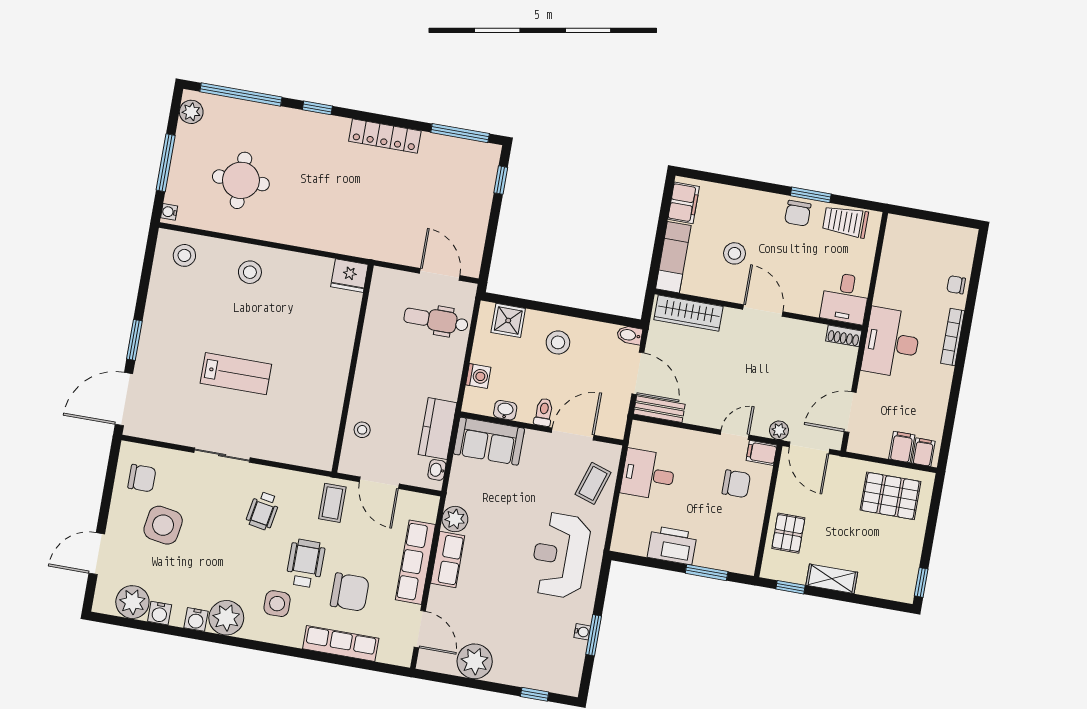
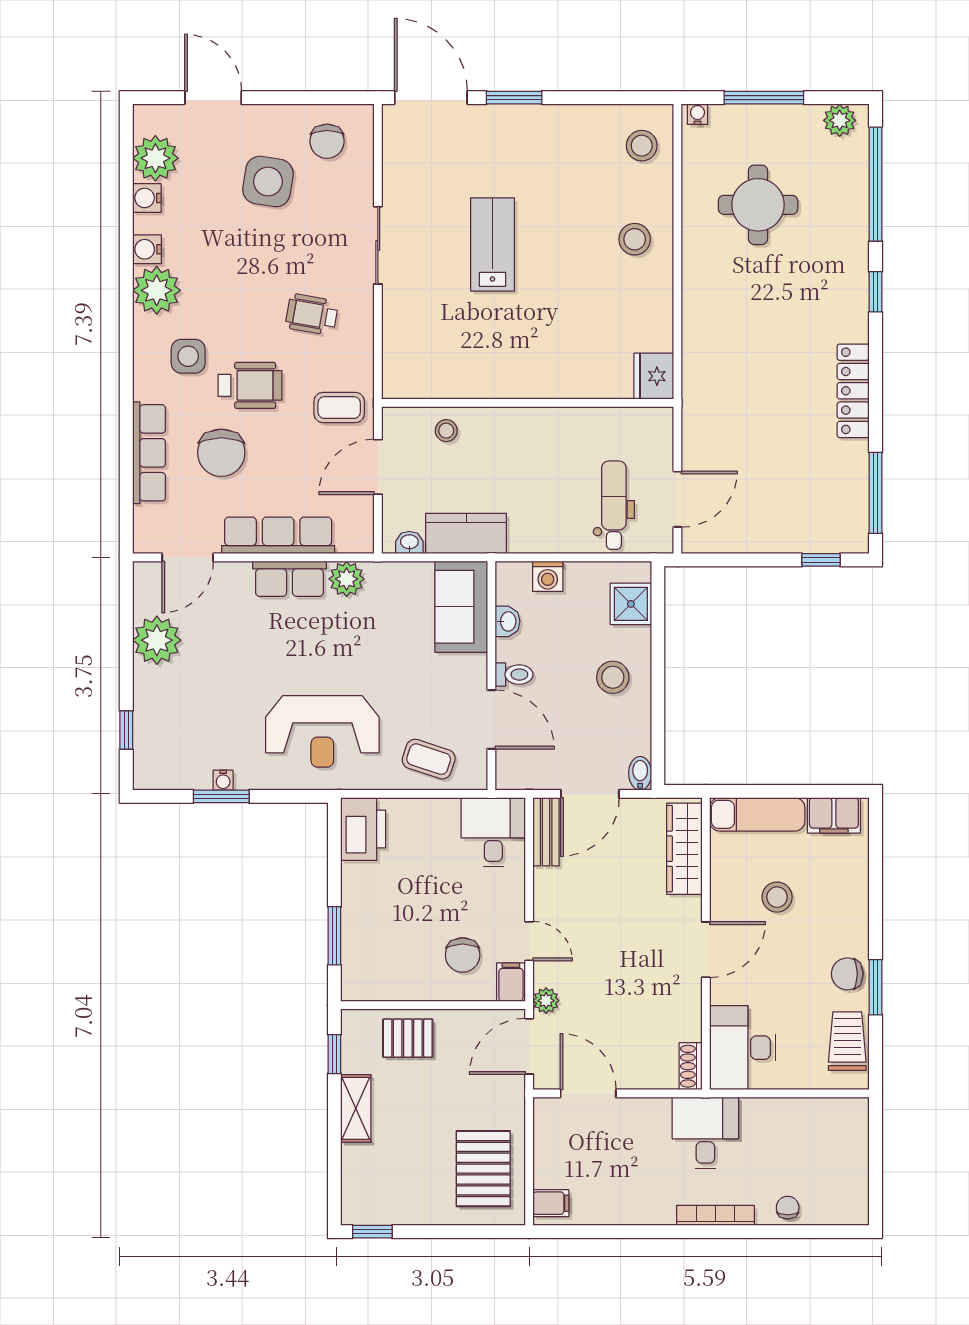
desk: (845, 298) -> (743, 1048), width x1.37
desk: (891, 343) -> (705, 1133), width x0.73
lab bench: (236, 374) -> (493, 244), turned 180
filing cabinet: (902, 447) -> (553, 1172), removed
desk: (648, 474) -> (493, 832), moved
printer: (672, 545) -> (363, 829), moved
reception desk: (560, 555) -> (322, 731), turned 180

